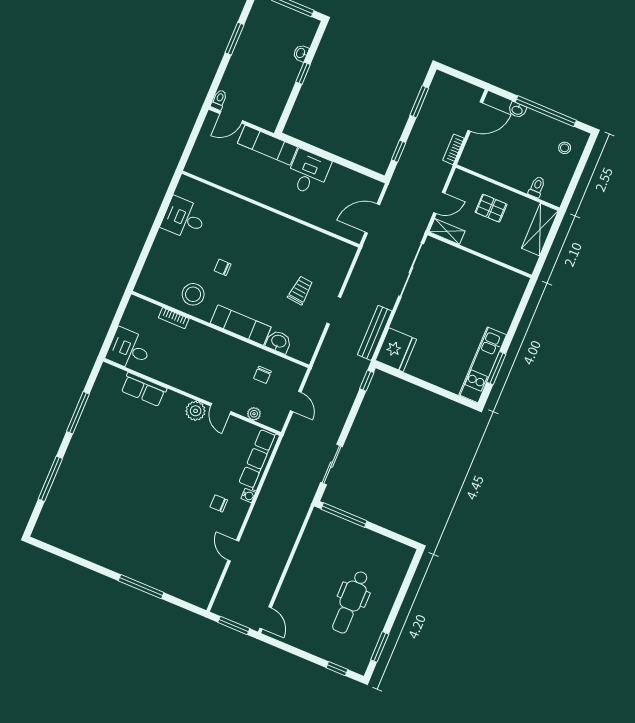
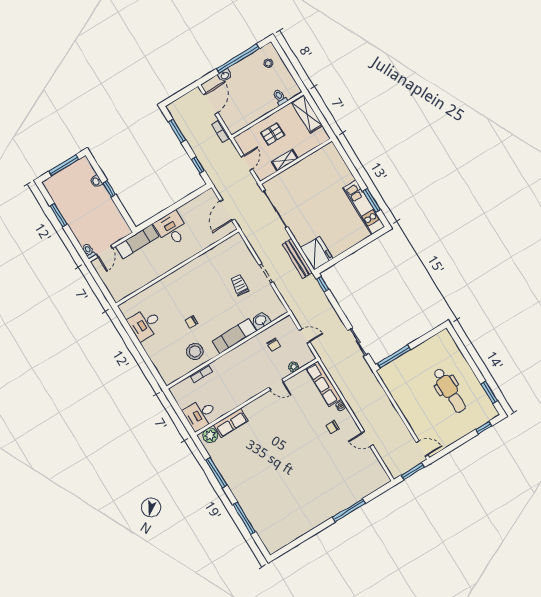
shelving: (447, 231) -> (285, 160), moved
plant: (196, 411) -> (210, 435), moved

